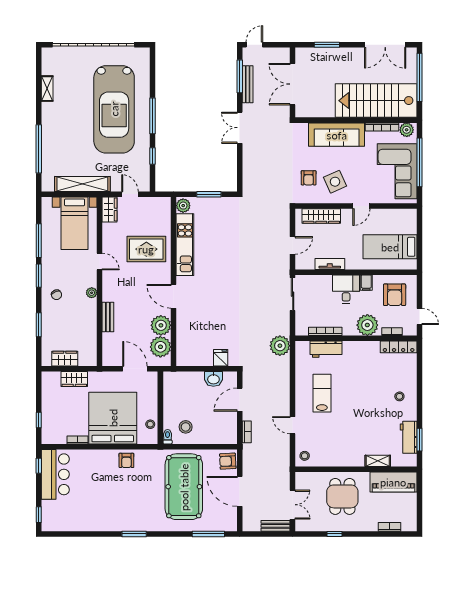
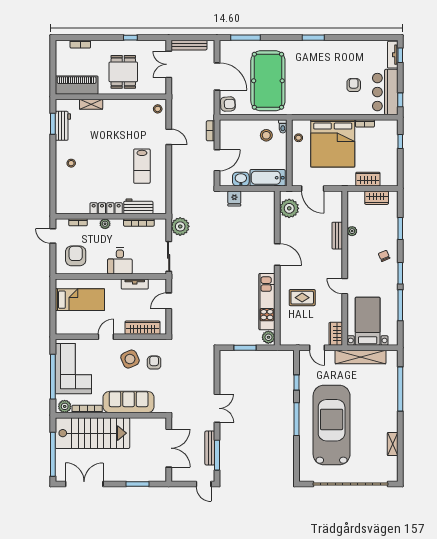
door: (254, 45) -> (204, 484), hinge flipped
rug: (146, 249) -> (302, 298), width x0.73, depth x0.70
filing cabinet: (366, 283) -> (101, 267), removed
plant: (92, 293) -> (352, 231), moved
plant: (161, 325) -> (289, 228), removed
plant: (367, 325) -> (105, 224), width x0.53, depth x0.53
plant: (280, 346) -> (180, 226), moved
locker: (399, 347) -> (106, 208), moved
bathtub: (184, 380) -> (268, 178), added
armchair: (126, 460) -> (354, 85), moved
tv unit: (47, 515) -> (393, 55), added
bench: (276, 526) -> (189, 45), width x1.36

